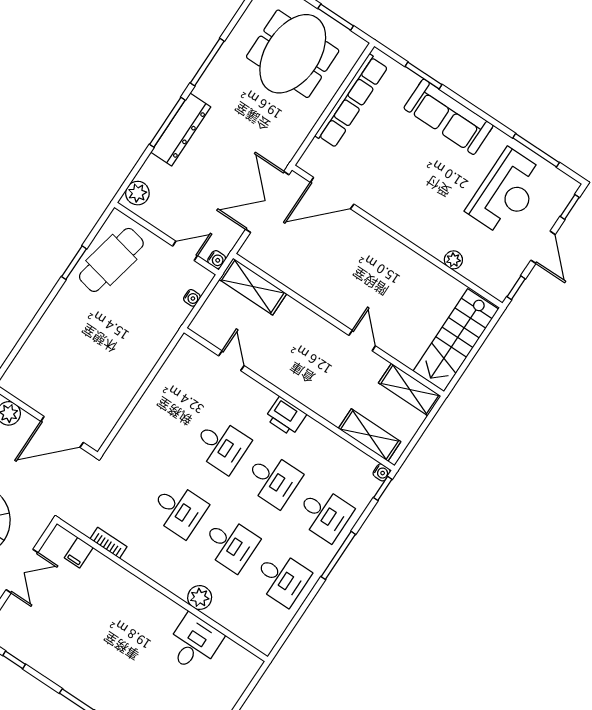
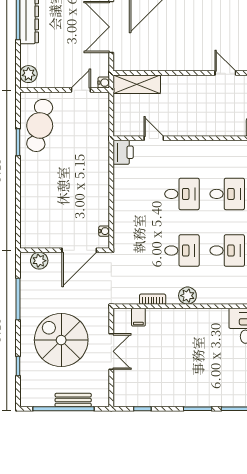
water cooler: (192, 298) -> (104, 231), moved
printer: (286, 416) -> (123, 152), moved, turned -90
plant: (200, 598) -> (187, 296), moved

